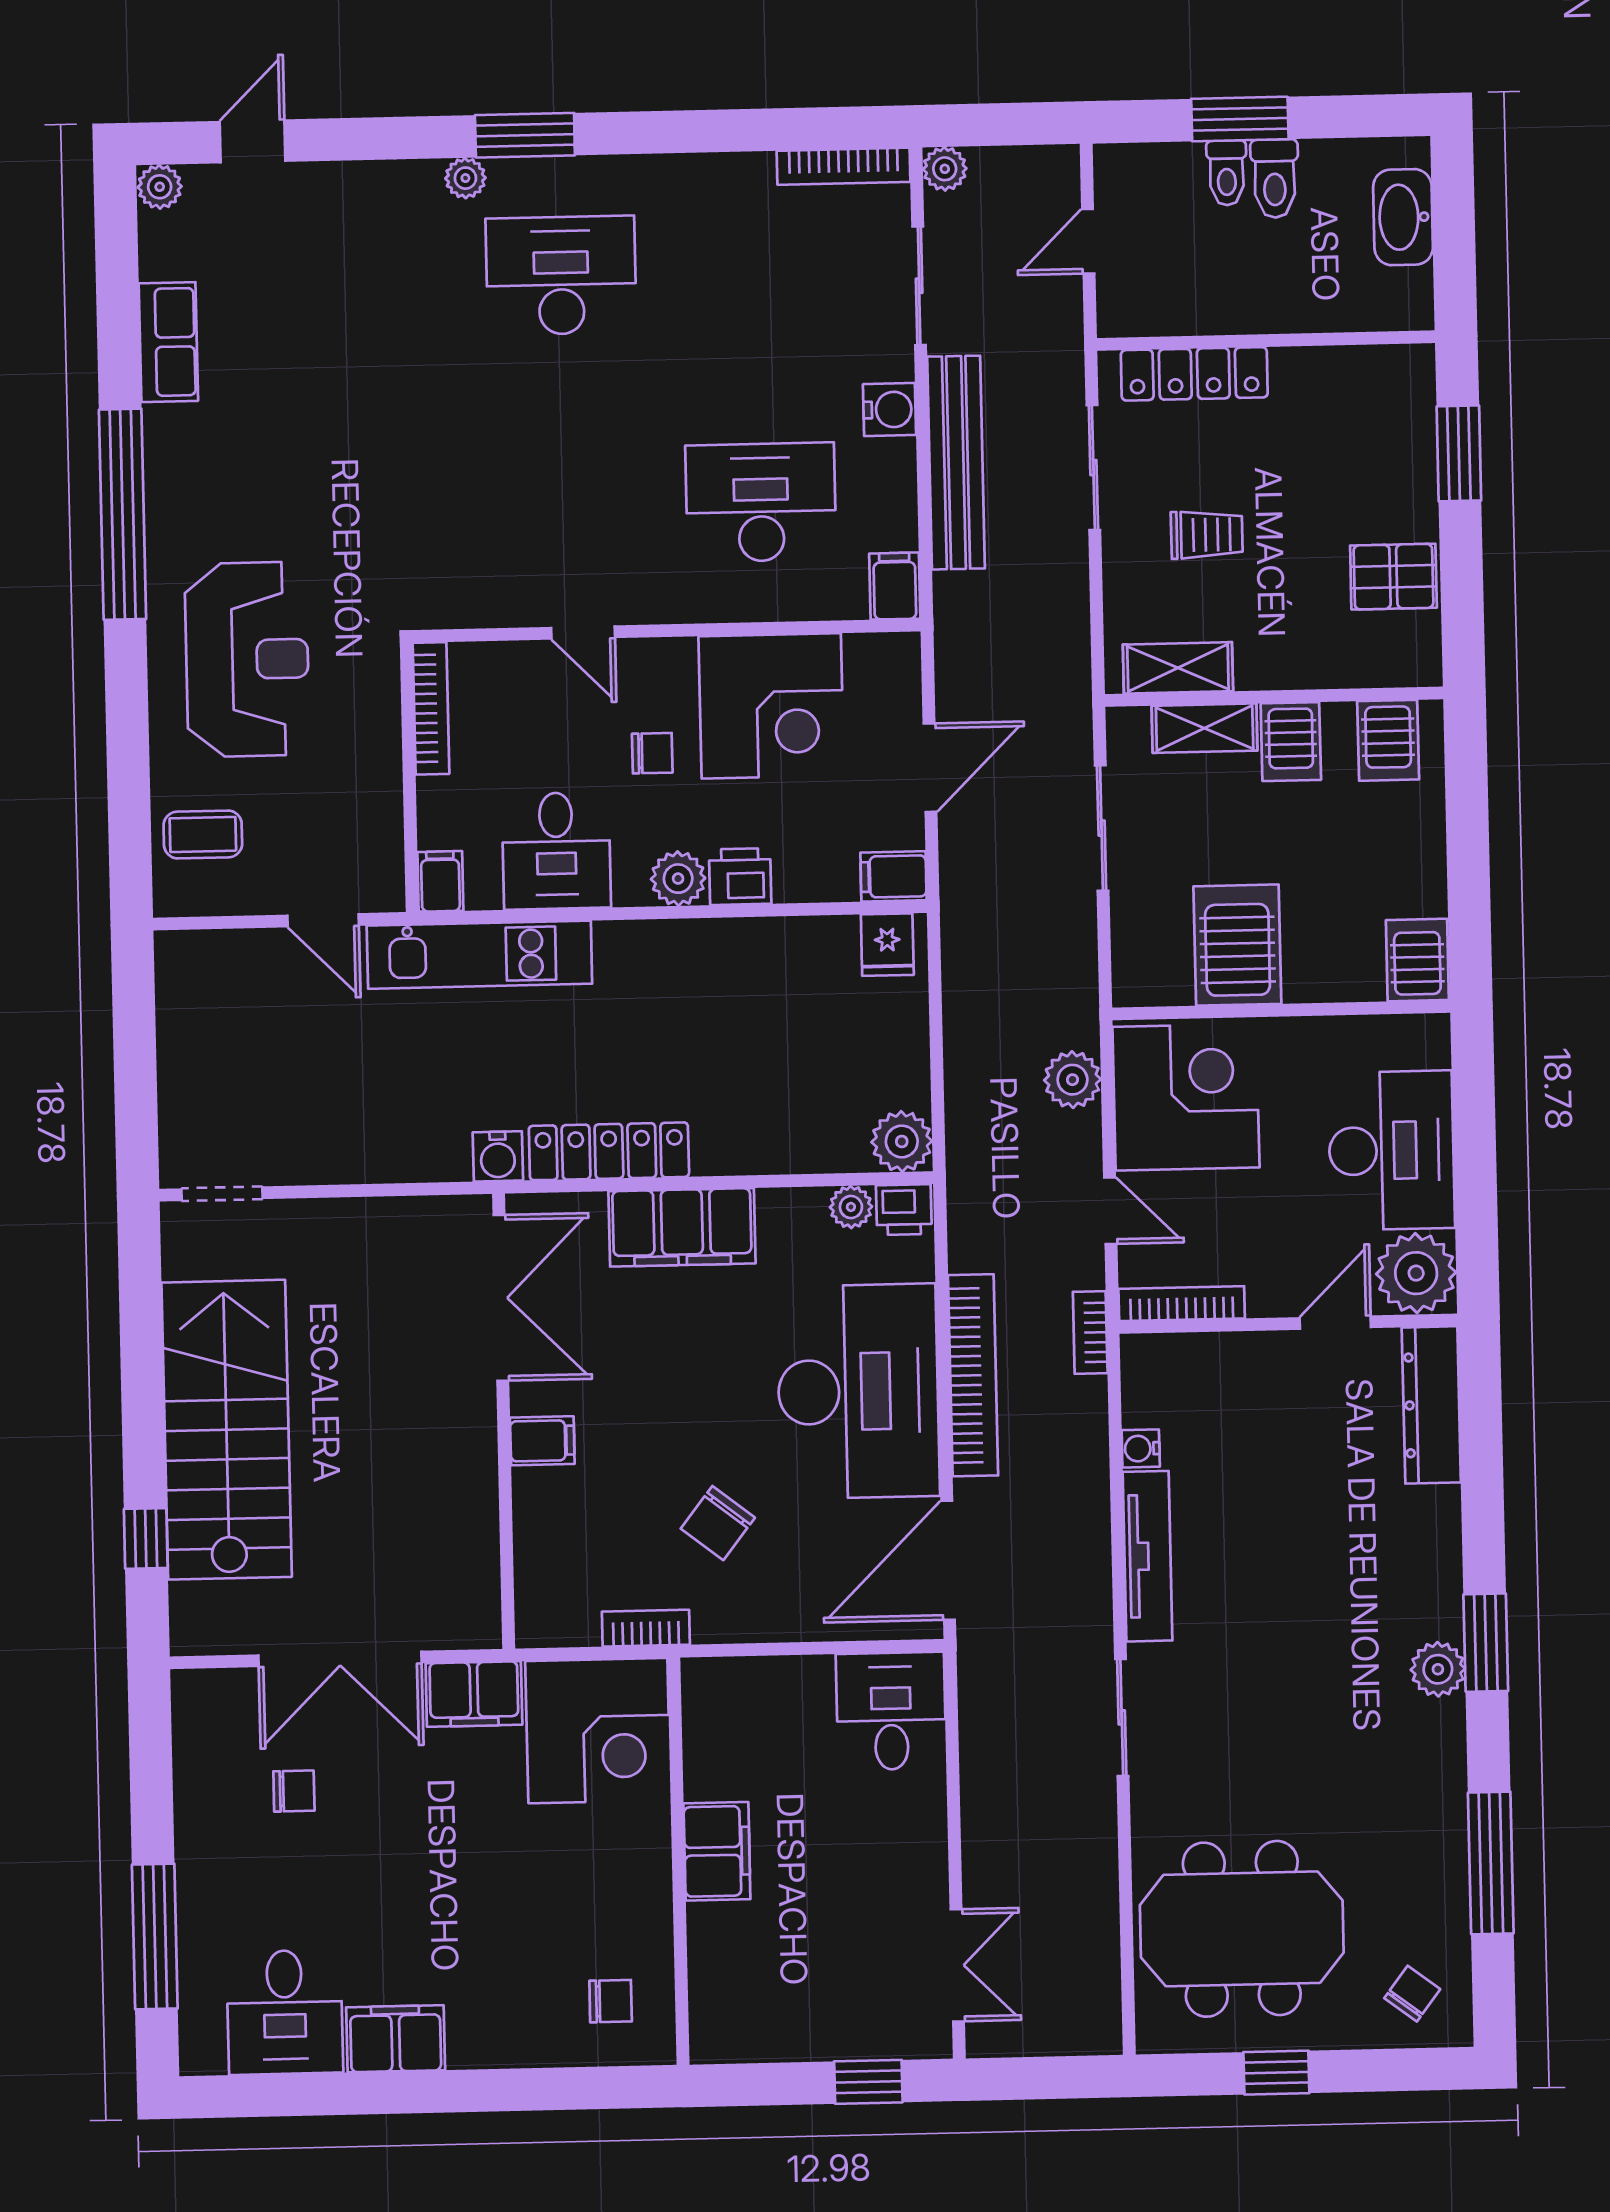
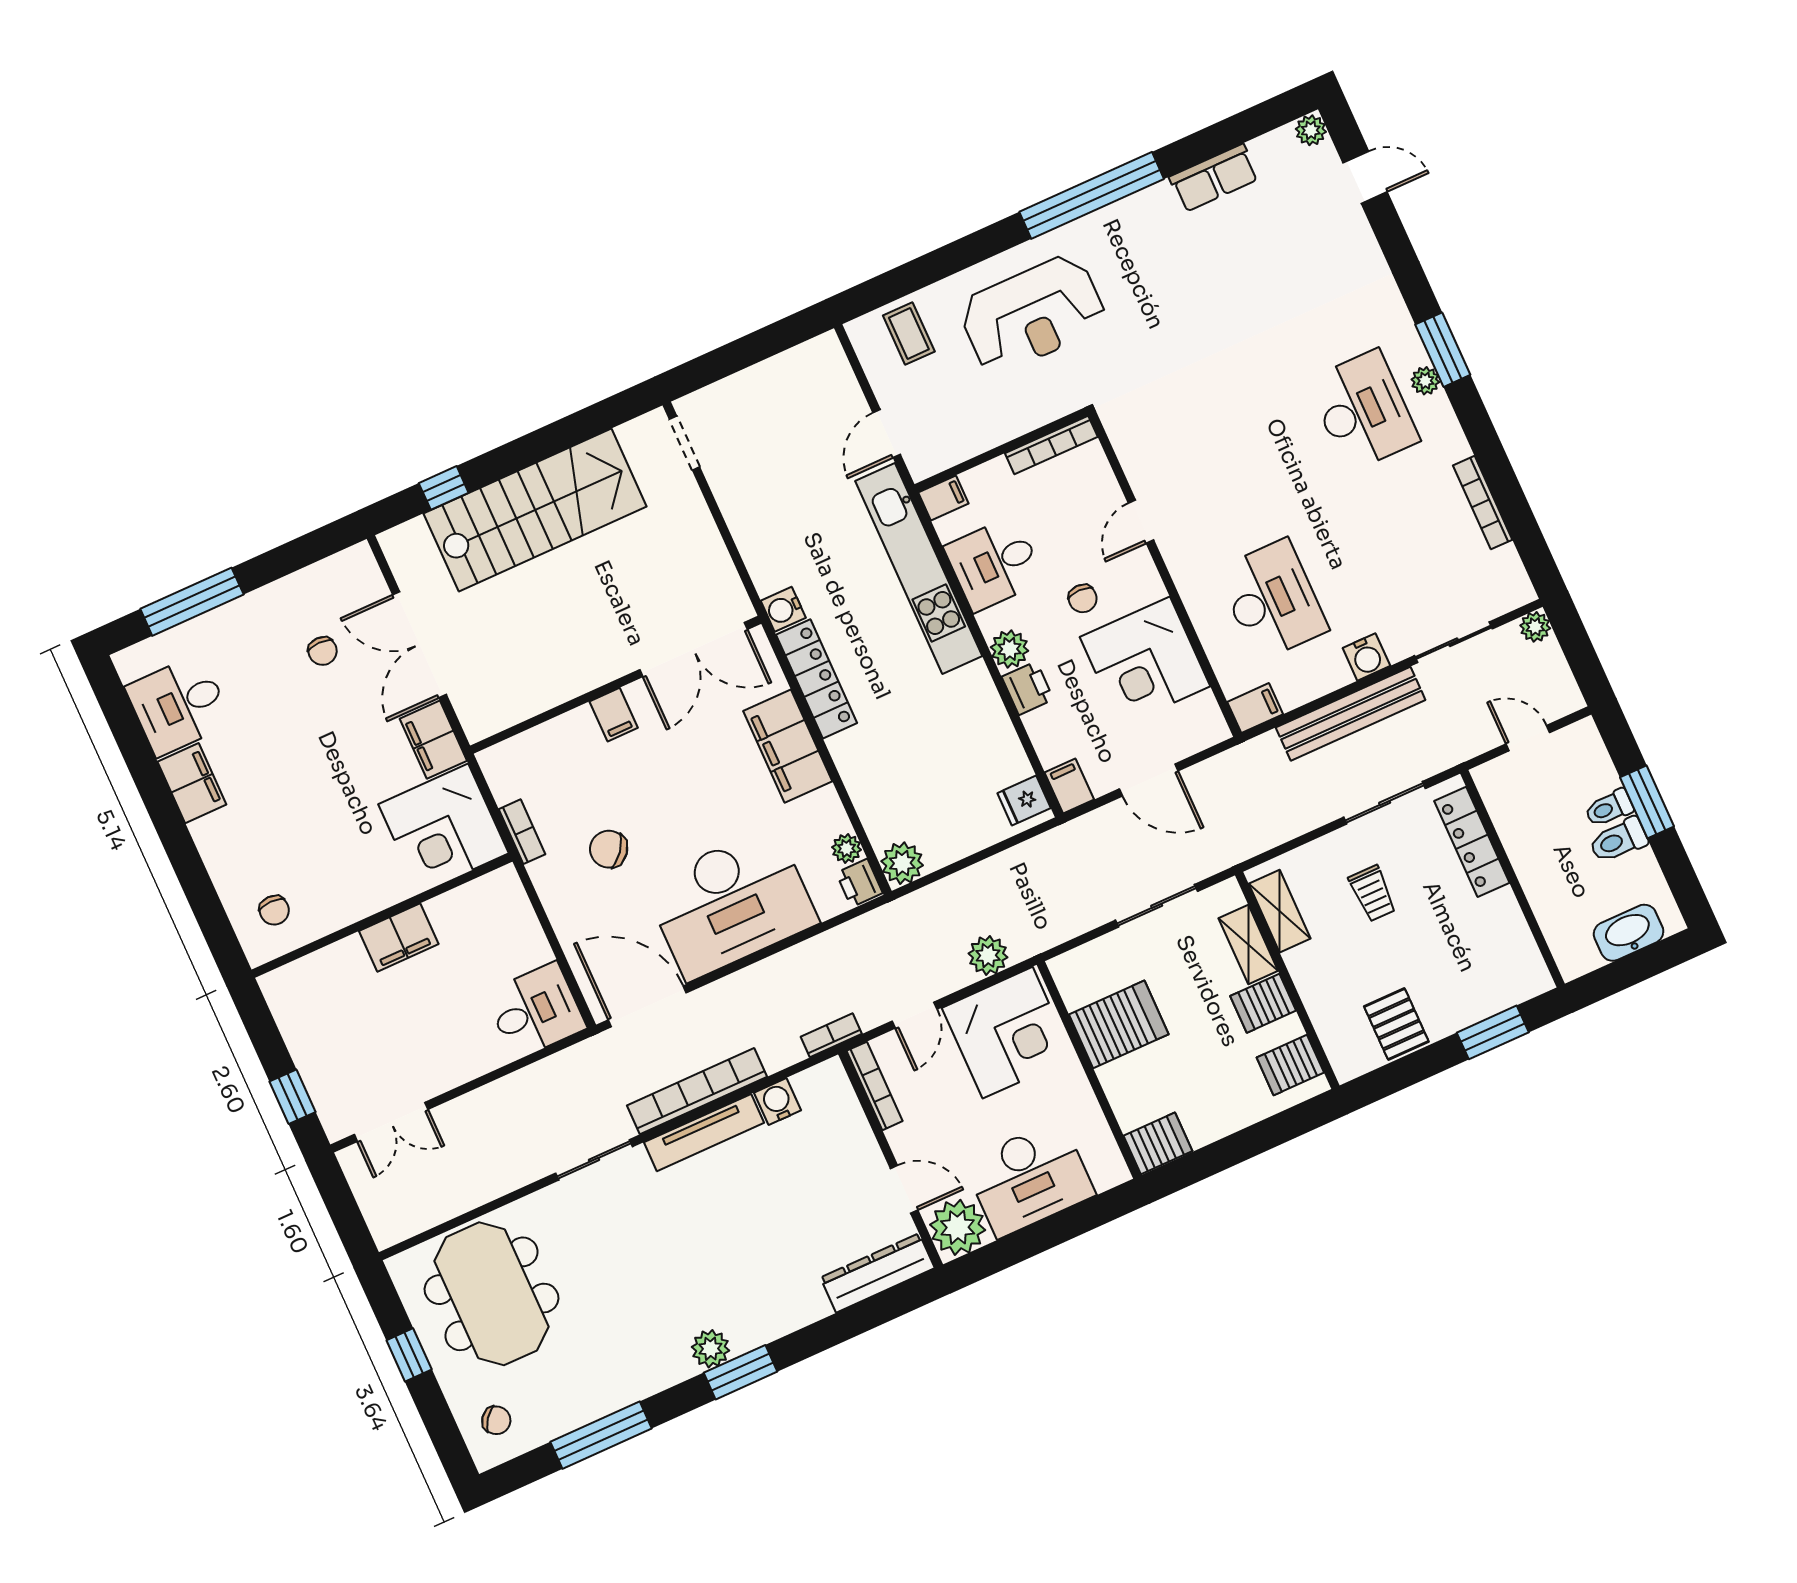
bookcase: (844, 166) -> (1483, 503), moved
plant: (465, 178) -> (1425, 381), moved
kitchen unit: (479, 955) -> (919, 569), width x1.36
bookcase: (973, 1375) -> (697, 1091), moved, turned 180
water cooler: (1141, 1448) -> (777, 1102), width x1.38, depth x1.38

